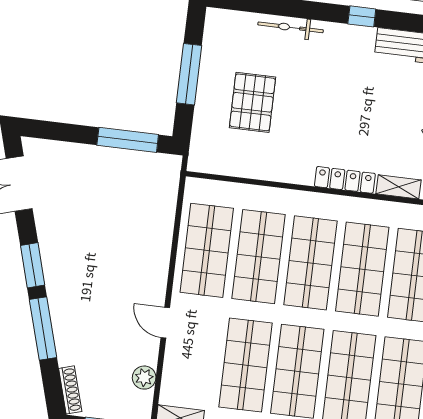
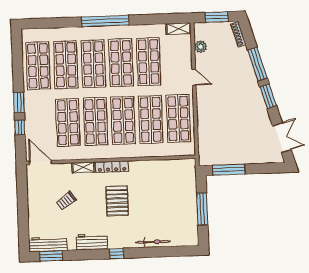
pallet: (253, 102) -> (117, 201), moved

